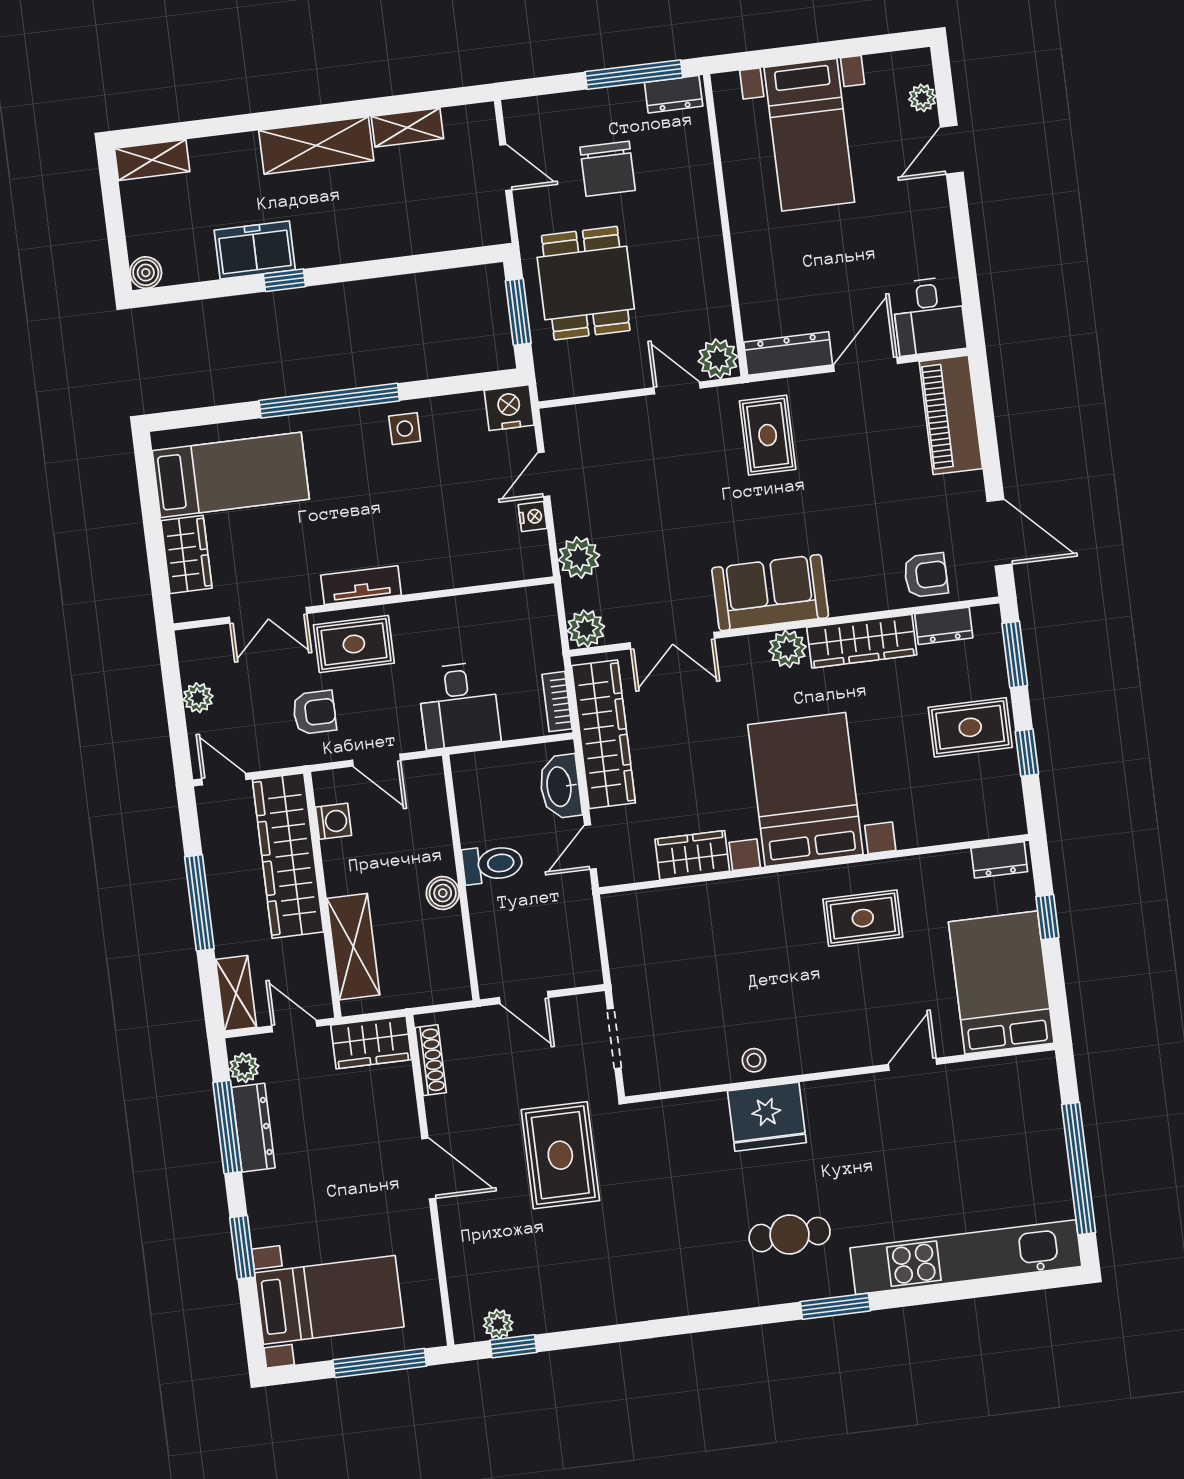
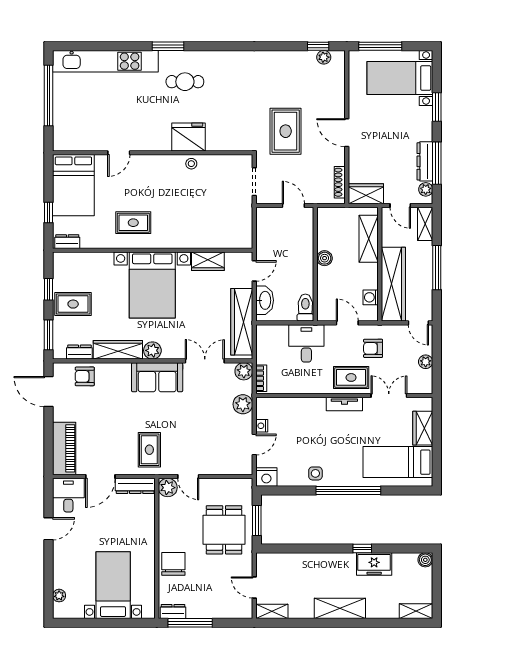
shelving: (407, 127) -> (272, 611), moved
door: (952, 150) -> (48, 529), moved
chair: (608, 169) -> (173, 564), moved
bookcase: (557, 702) -> (261, 378), moved
toilet: (493, 864) -> (305, 308), moved, turned 90

